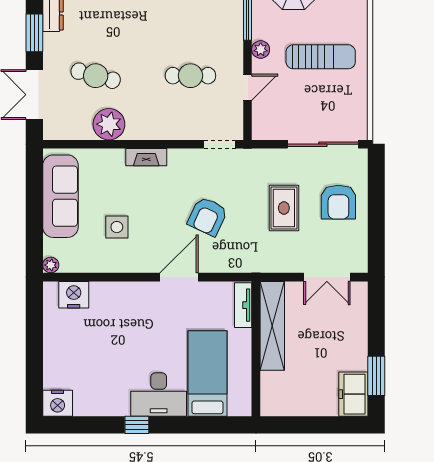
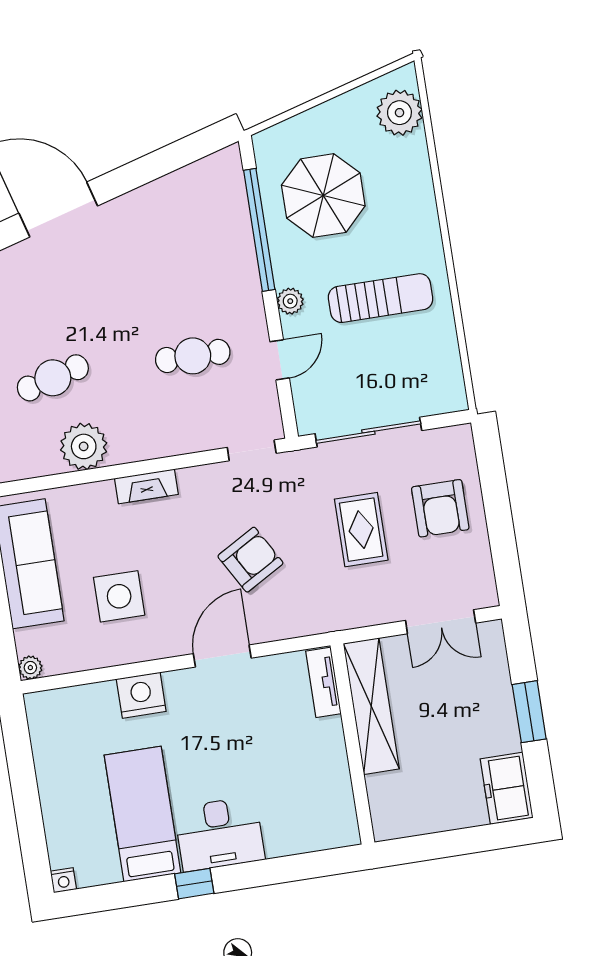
cafe table: (96, 76) -> (53, 378), turned -30
sliding door: (323, 144) -> (368, 432), moved
armchair: (208, 216) -> (250, 560), turned -145
side table: (117, 227) -> (119, 596), width x1.37, depth x1.37
nightstand: (74, 295) -> (141, 695), moved
bed: (207, 373) -> (143, 814), moved
window: (376, 376) -> (529, 712), moved
nightstand: (58, 403) -> (63, 880), width x0.53, depth x0.56

